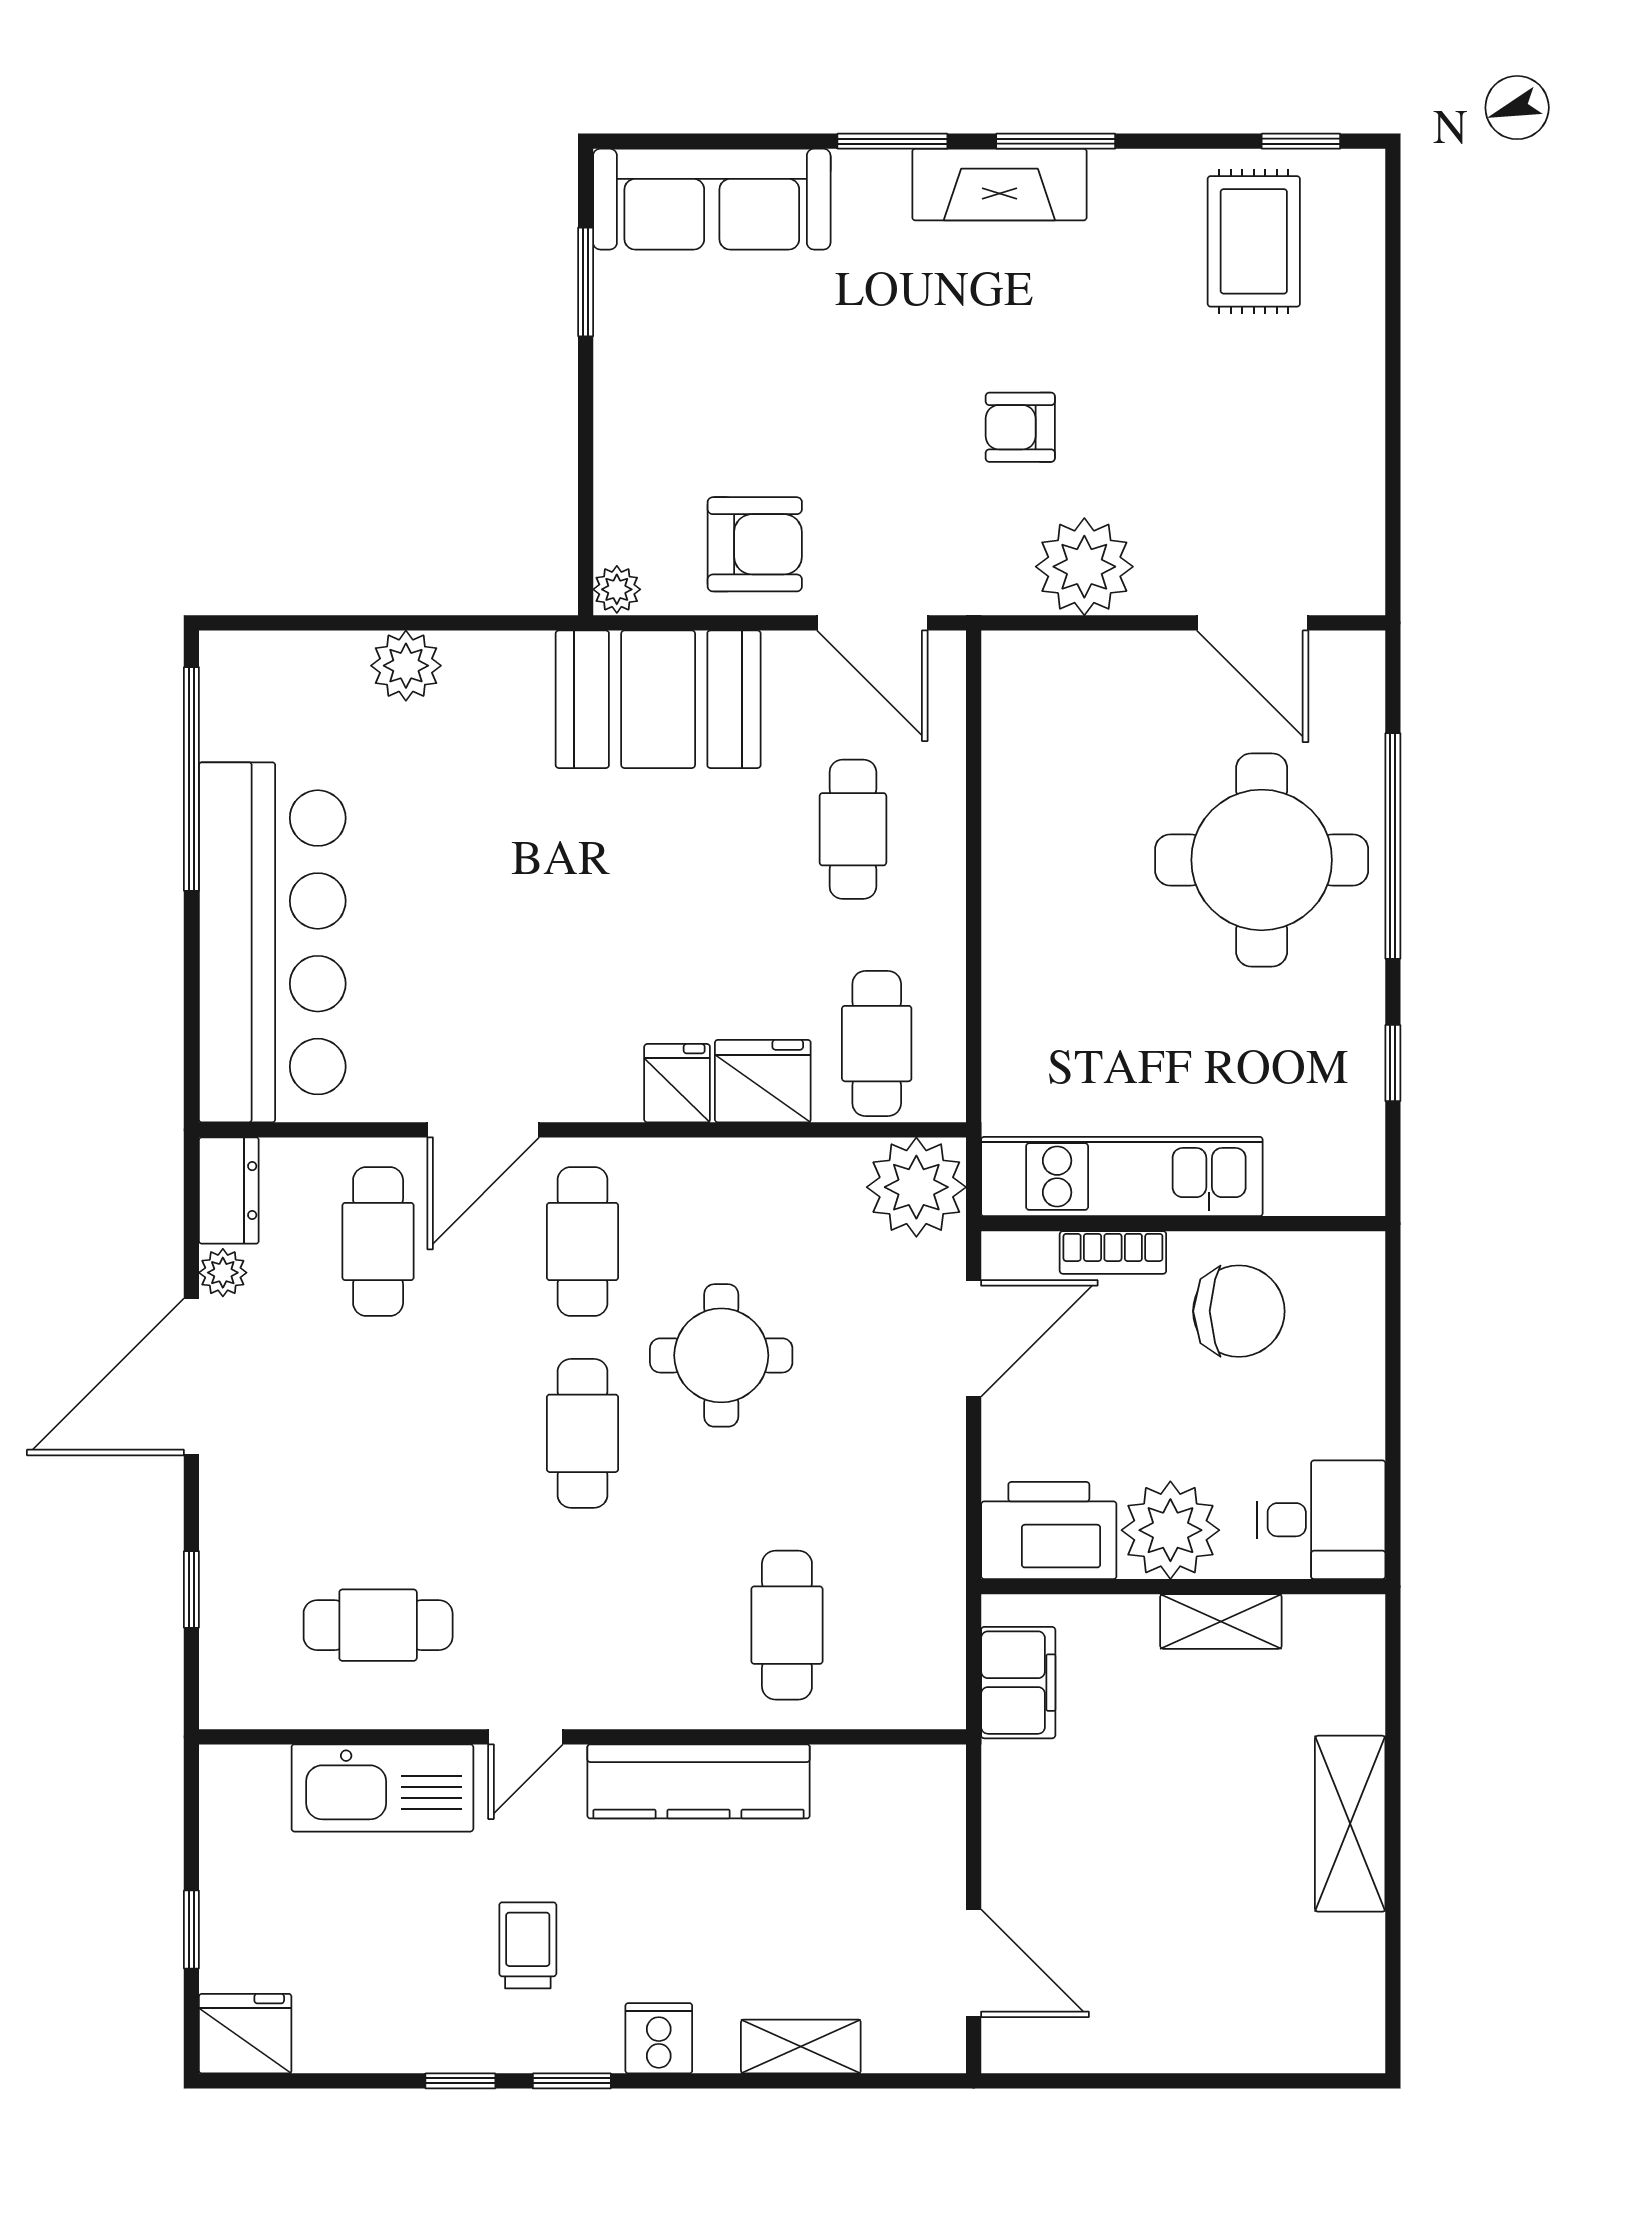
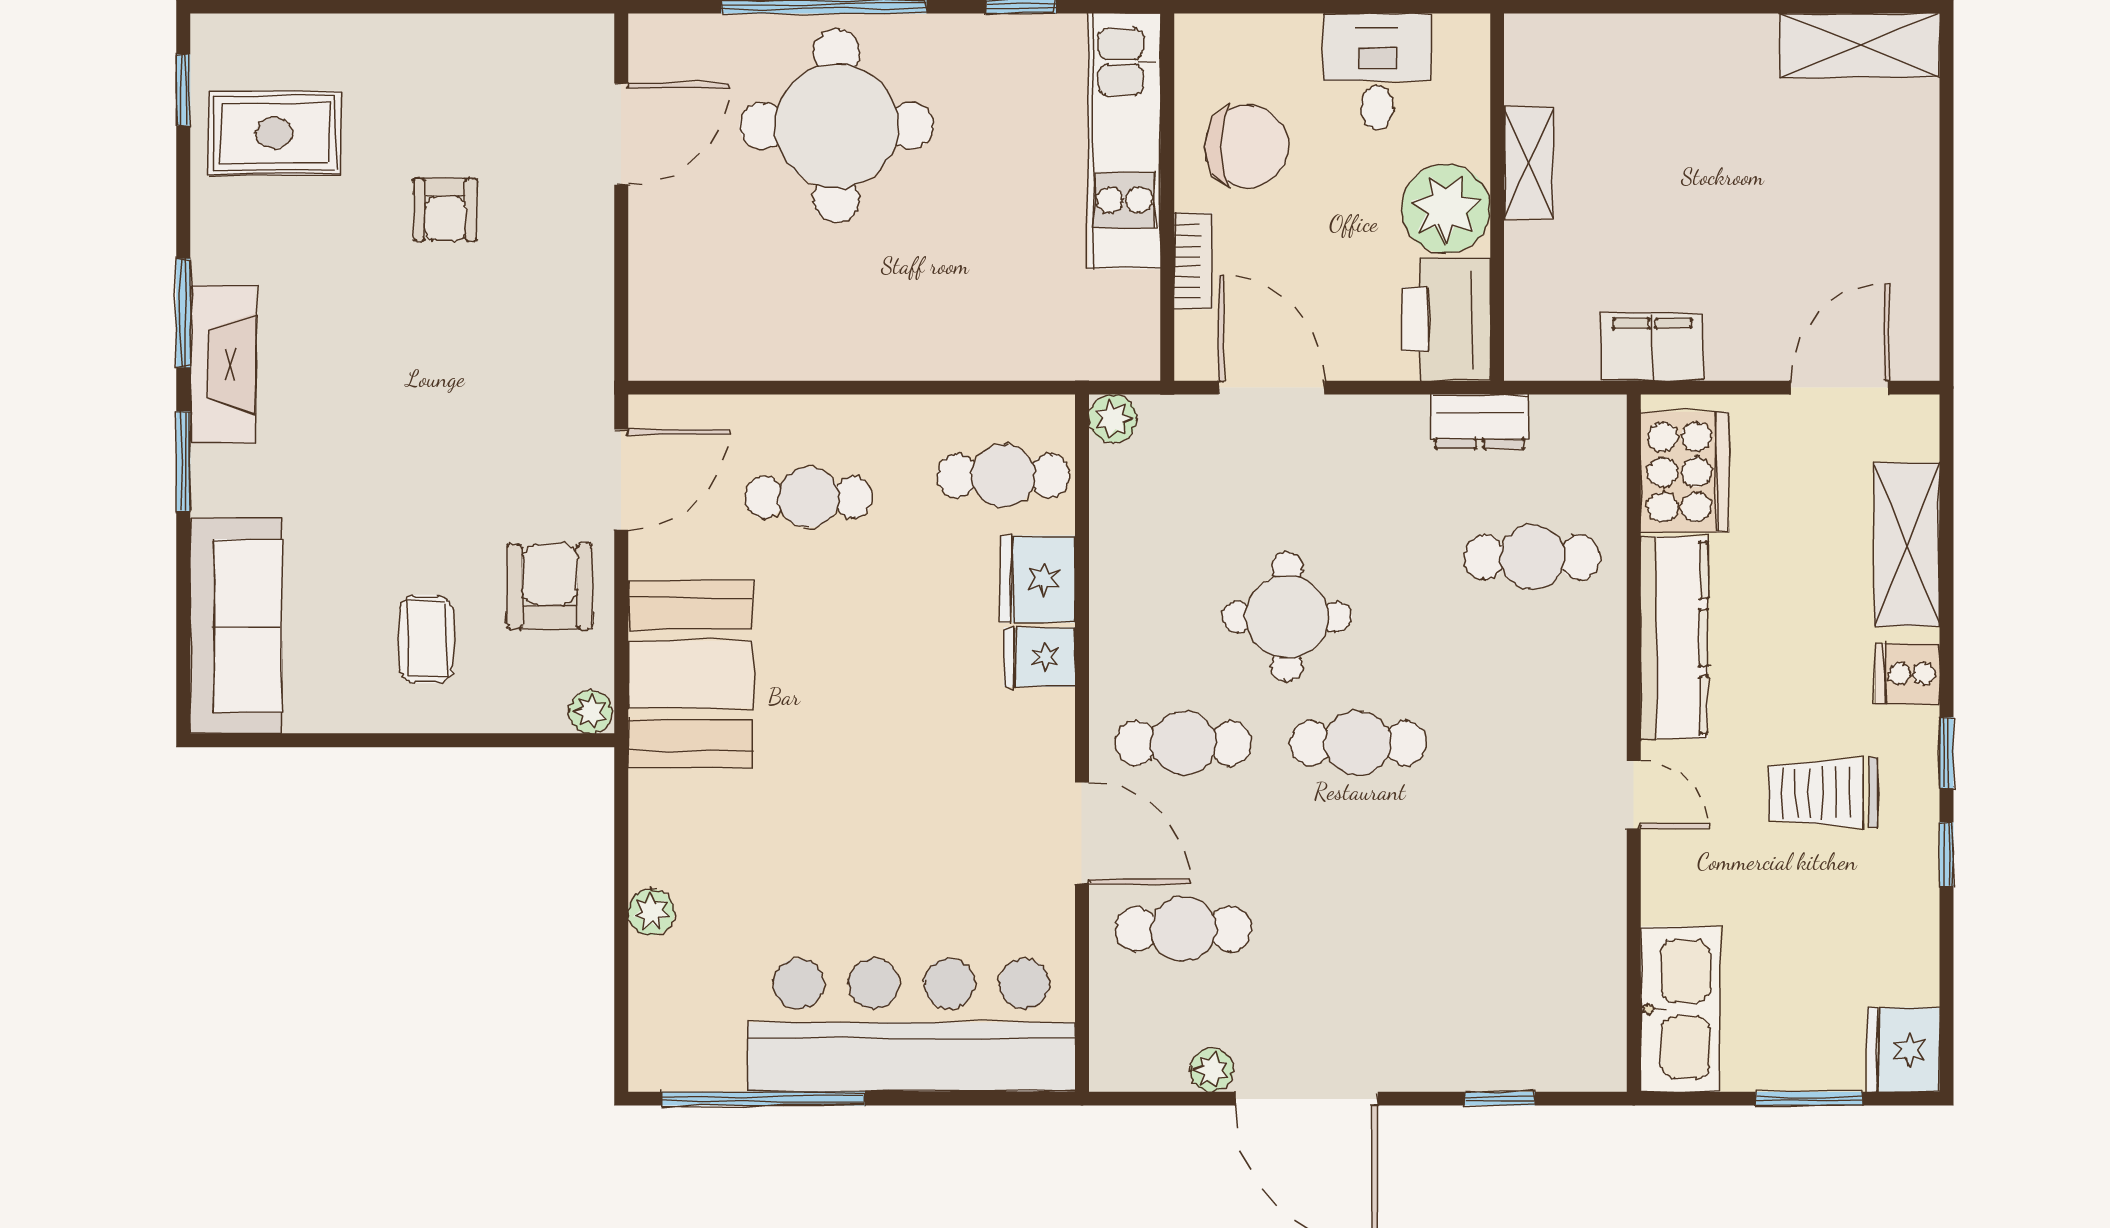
window: (586, 282) -> (311, 740), removed
coffee table: (697, 408) -> (426, 639), added
armchair: (1020, 427) -> (445, 210), moved
plant: (1084, 567) -> (570, 287), removed
plant: (406, 666) -> (651, 912), width x0.73, depth x0.73
kitchen unit: (1122, 1177) -> (1124, 141), moved
plant: (916, 1187) -> (1113, 419), width x0.53, depth x0.53
dresser: (229, 1191) -> (1479, 422), moved, turned 180
chair: (1239, 1311) -> (1247, 146), turned 90
desk: (1321, 1520) -> (1377, 72), moved
cafe table: (378, 1625) -> (1532, 929), removed
filing cabinet: (1018, 1683) -> (1652, 347), moved
kitchen sink: (382, 1788) -> (1680, 1009), moved
cooker: (881, 1793) -> (1685, 472), added
shelving: (1350, 1824) -> (1860, 45), moved
window: (191, 1929) -> (1809, 1099), width x1.50
trolley: (528, 1945) -> (1823, 793), width x1.36, depth x1.39
shelving: (801, 2047) -> (1907, 545), width x1.50, depth x1.33

